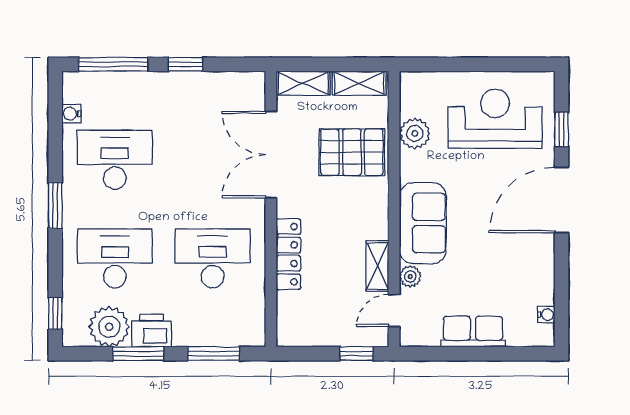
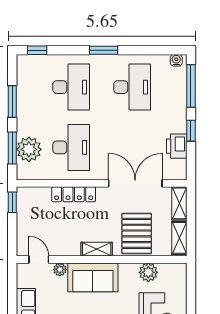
water cooler: (71, 114) -> (176, 60), moved
shelving: (377, 266) -> (97, 249), moved
plant: (109, 327) -> (29, 149), moved
printer: (151, 331) -> (177, 146), moved, turned 180
window: (357, 354) -> (12, 202), moved

